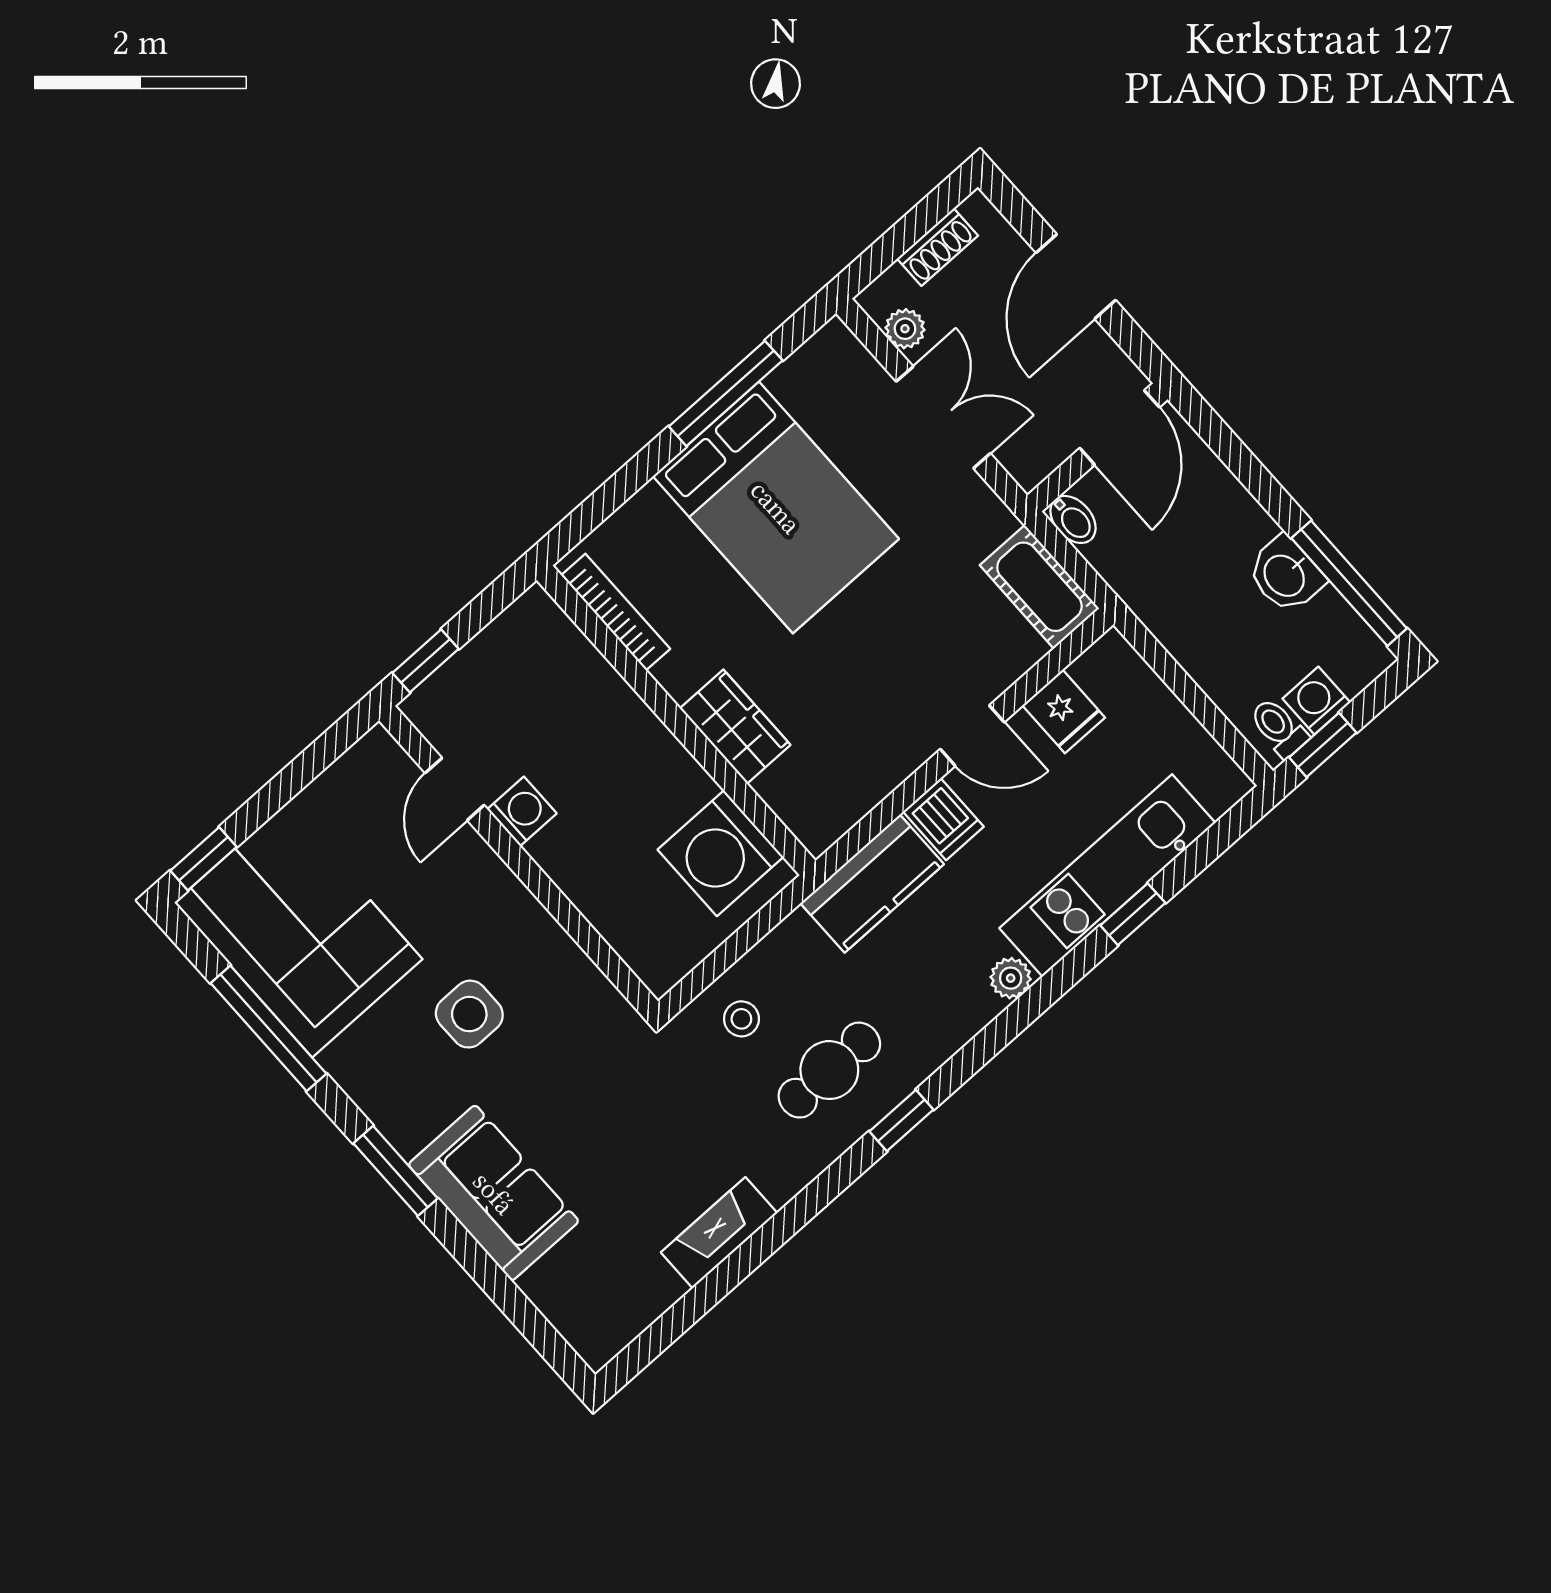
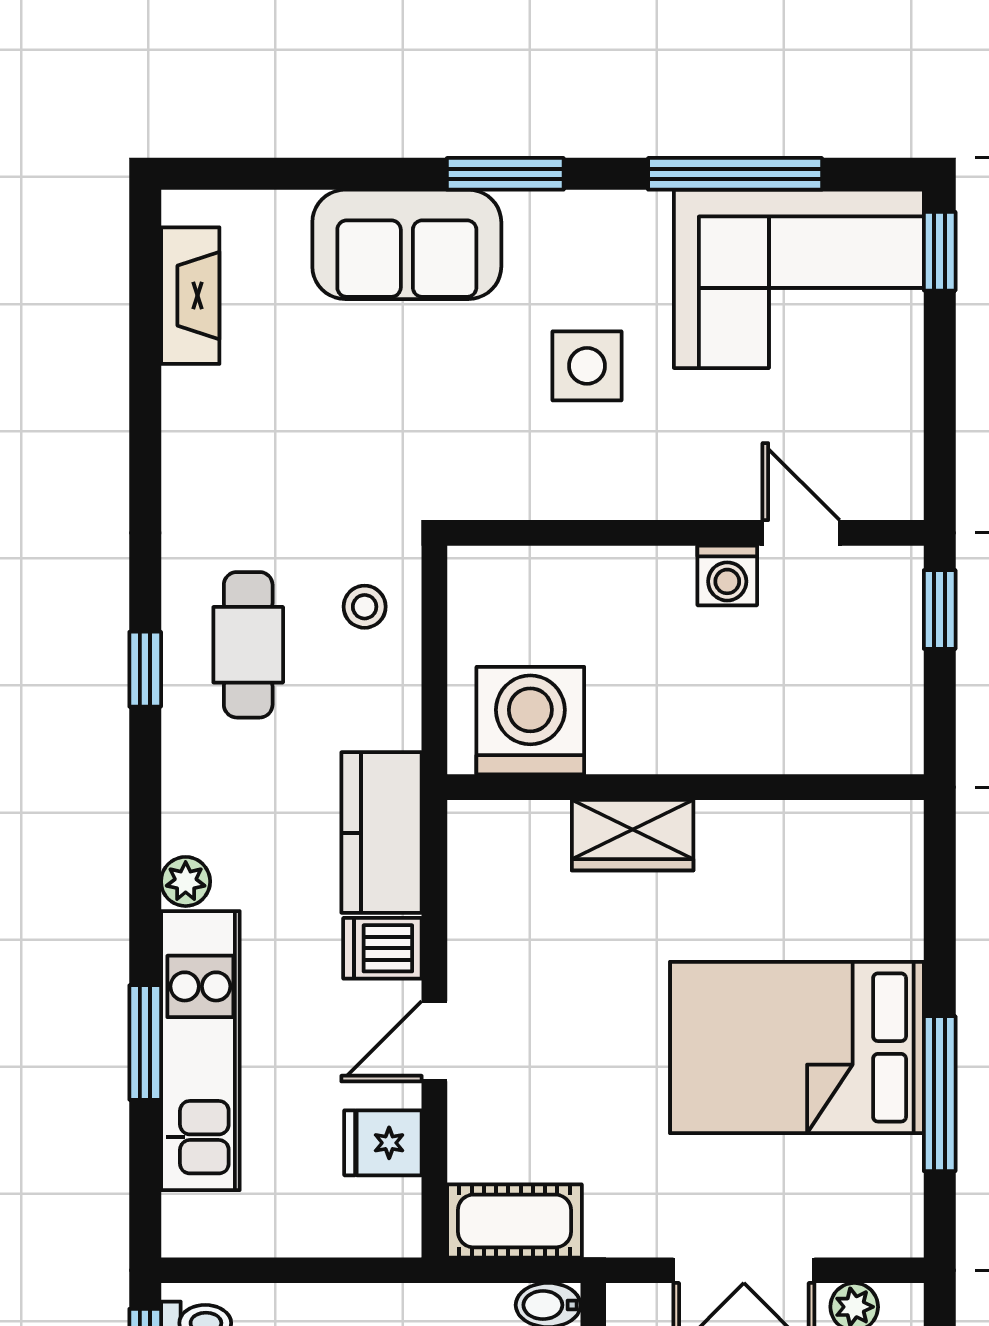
bookcase: (616, 612) -> (831, 820), removed
window: (1133, 914) -> (145, 1043), width x1.50
fireplace: (719, 1233) -> (190, 296), moved

